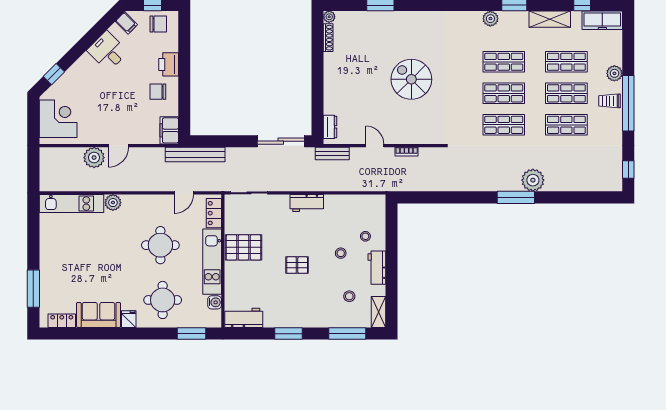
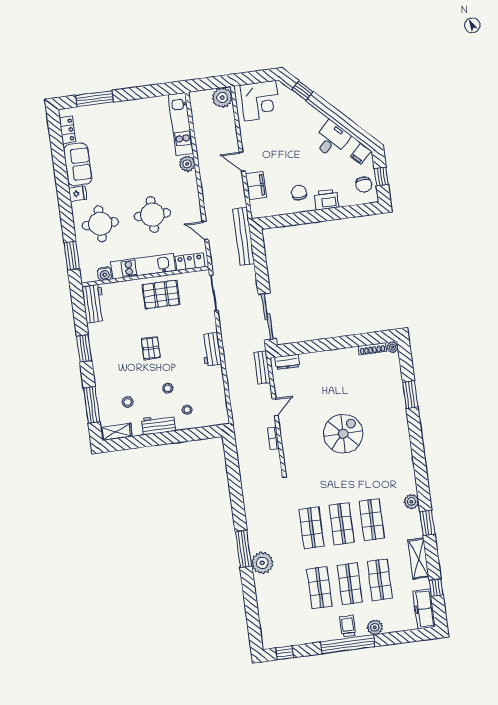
filing cabinet: (169, 130) -> (256, 186), moved, turned 90
plant: (94, 158) -> (222, 97), moved
pallet: (244, 247) -> (161, 294), turned 90

